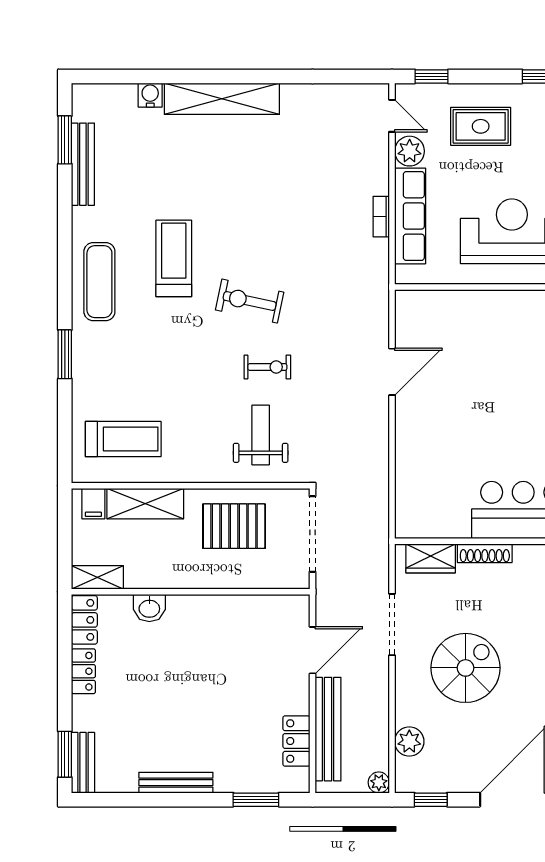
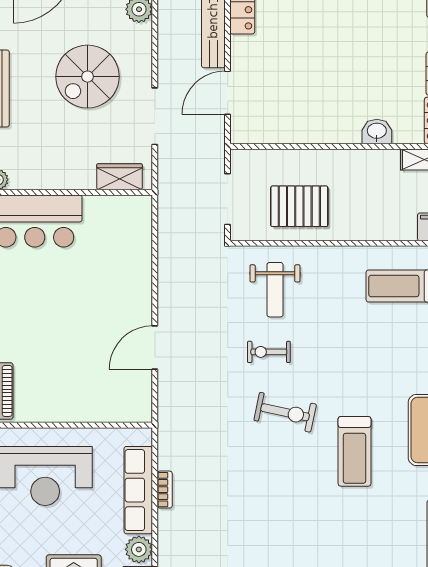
shelving: (145, 504) -> (381, 227), removed
doorway: (313, 534) -> (228, 199), width x0.73
shoe rack: (485, 553) -> (70, 181), removed

